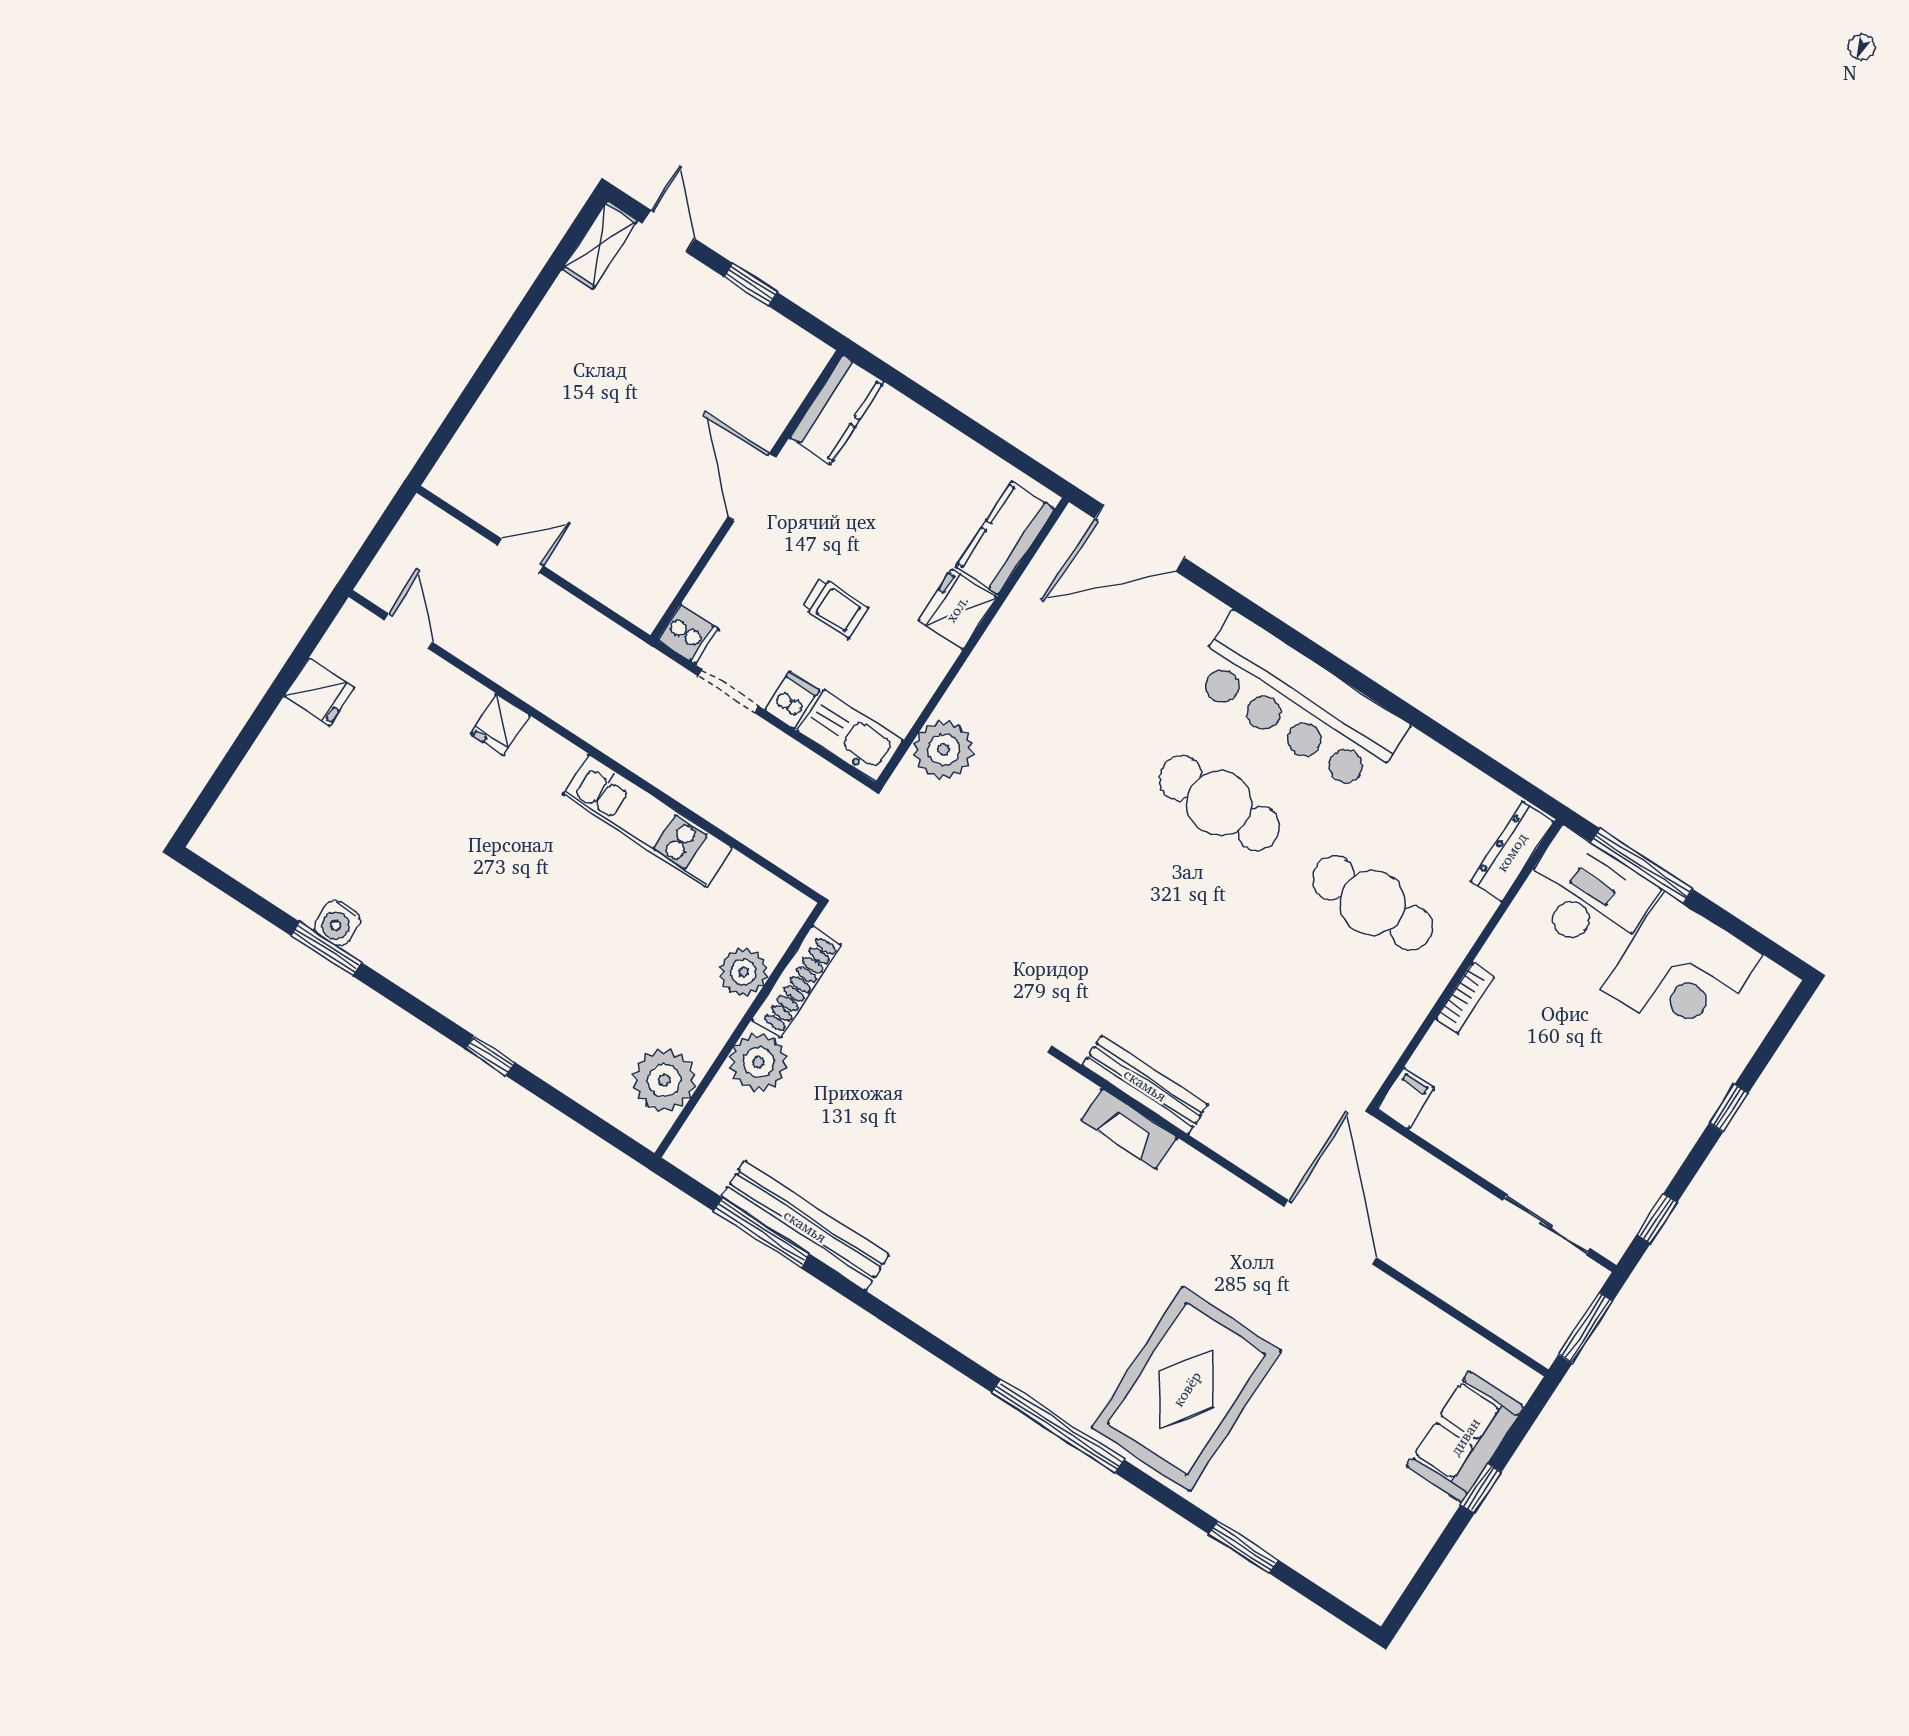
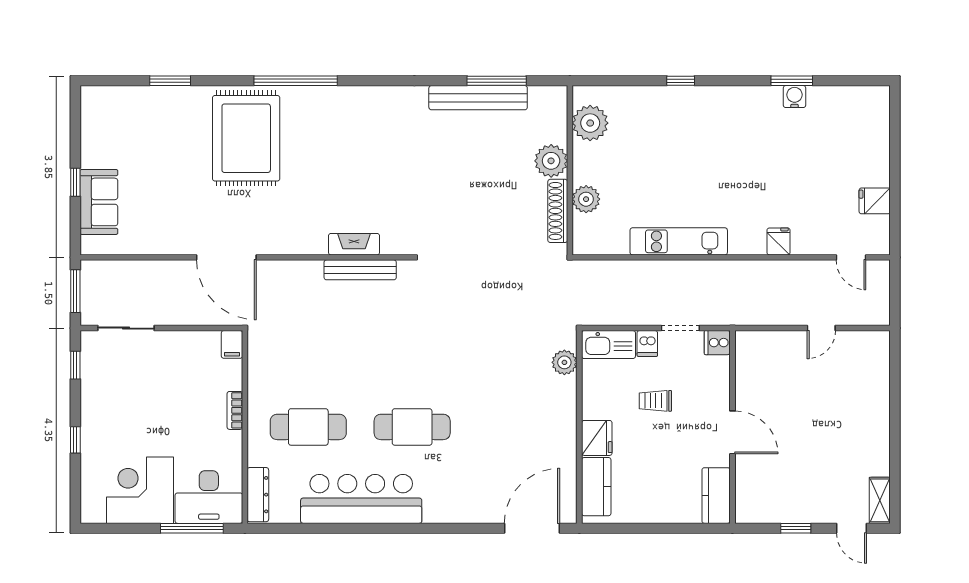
bar counter: (1299, 704) -> (361, 499), moved
plant: (944, 750) -> (564, 362), width x0.73, depth x0.73

